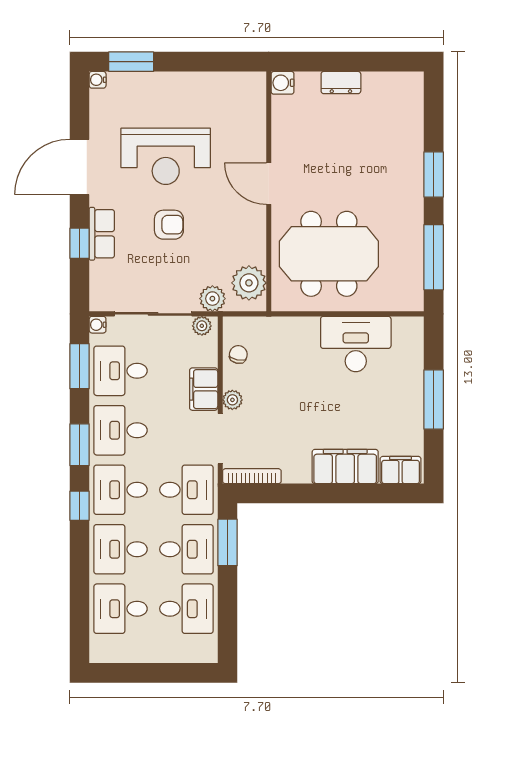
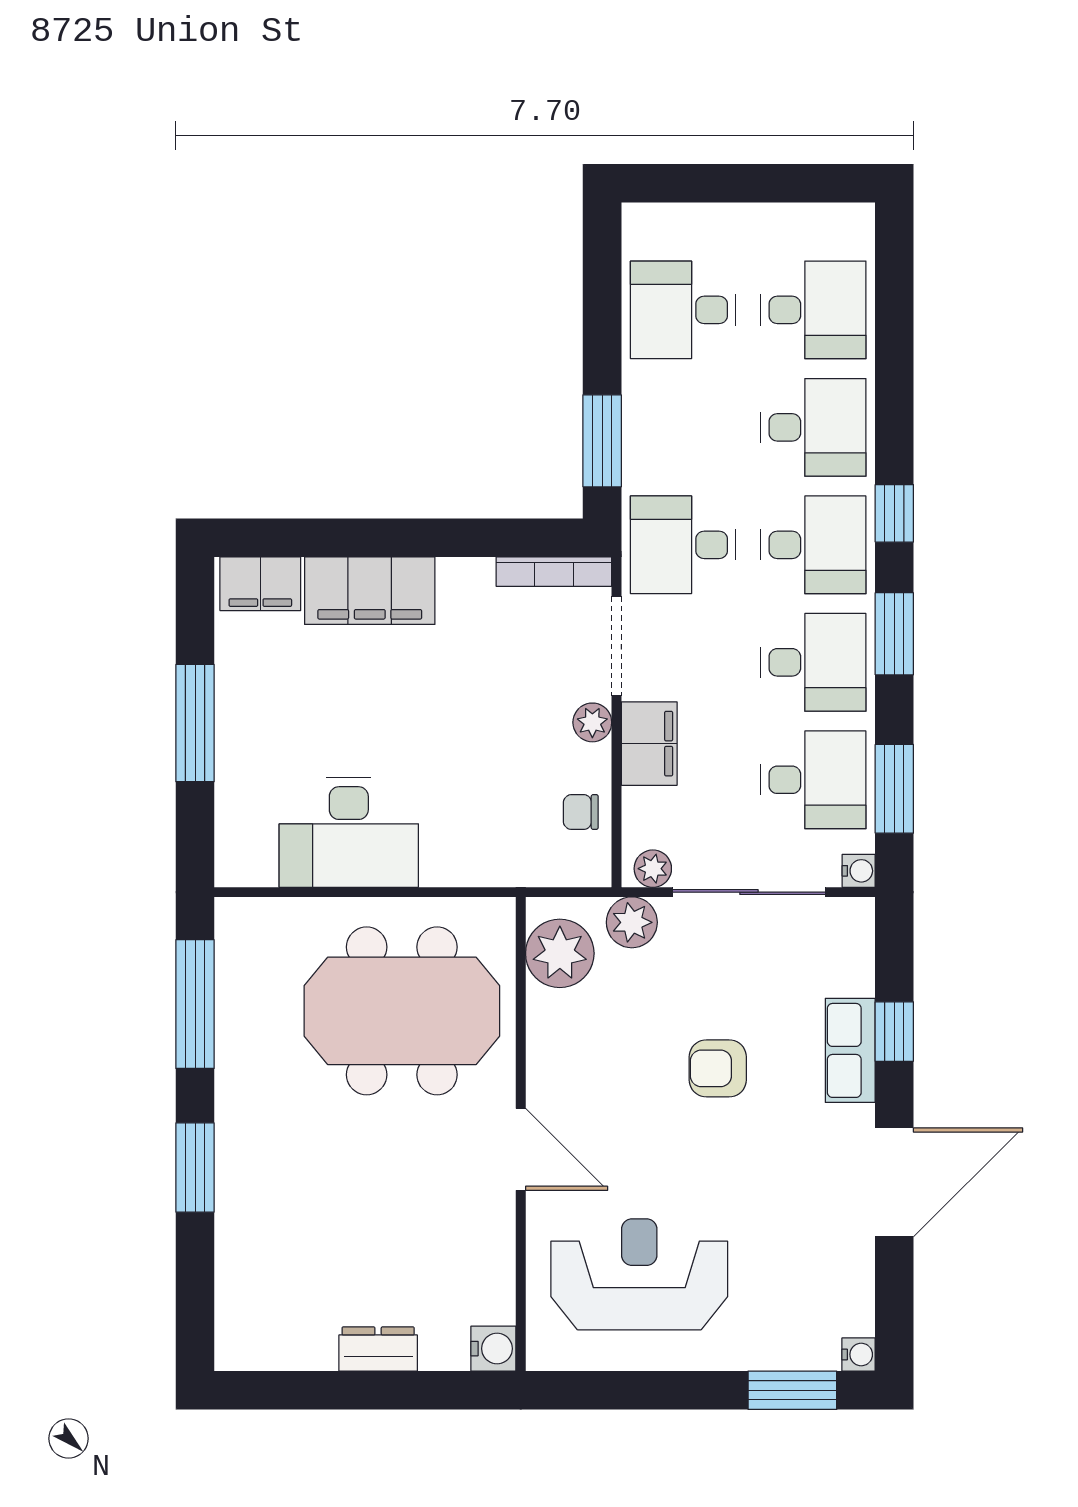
reception desk: (166, 156) -> (639, 1274), moved
chair: (238, 354) -> (581, 812), turned 78
desk: (186, 549) -> (683, 427), removed

